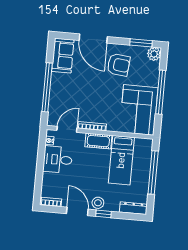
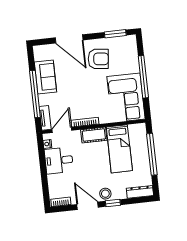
plant: (154, 54) -> (130, 42), removed
sofa: (63, 56) -> (45, 77), moved
tv unit: (53, 114) -> (45, 118), added

